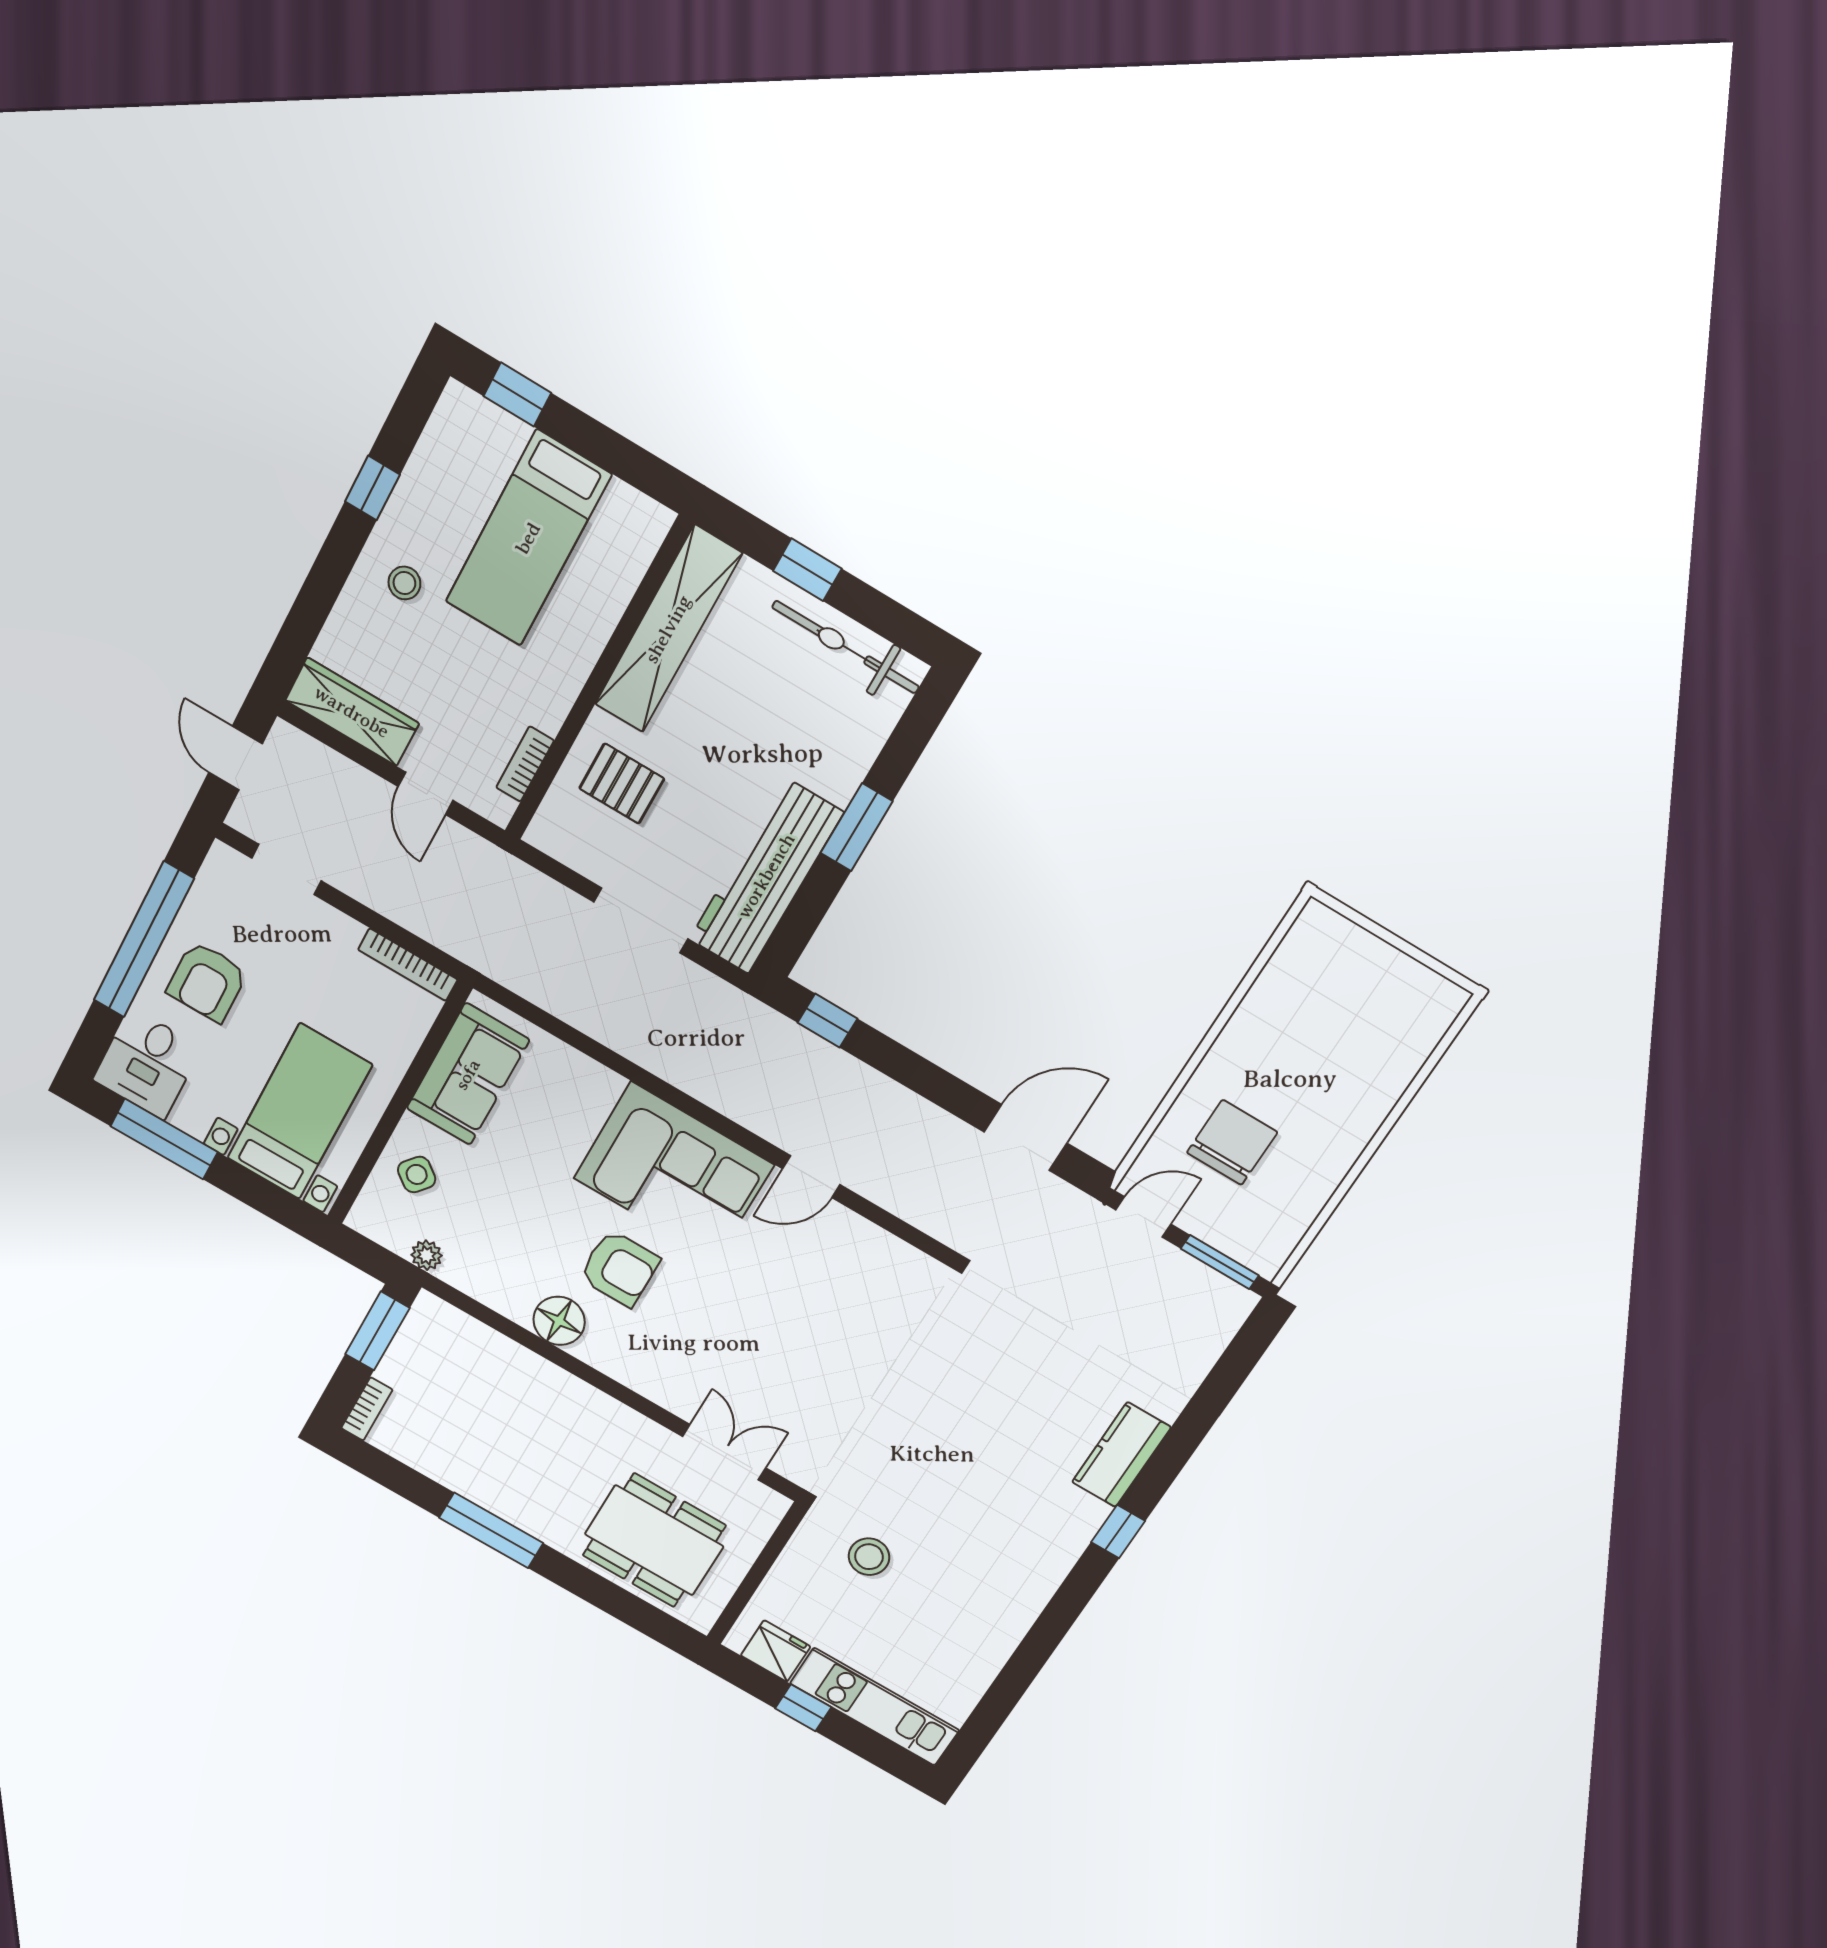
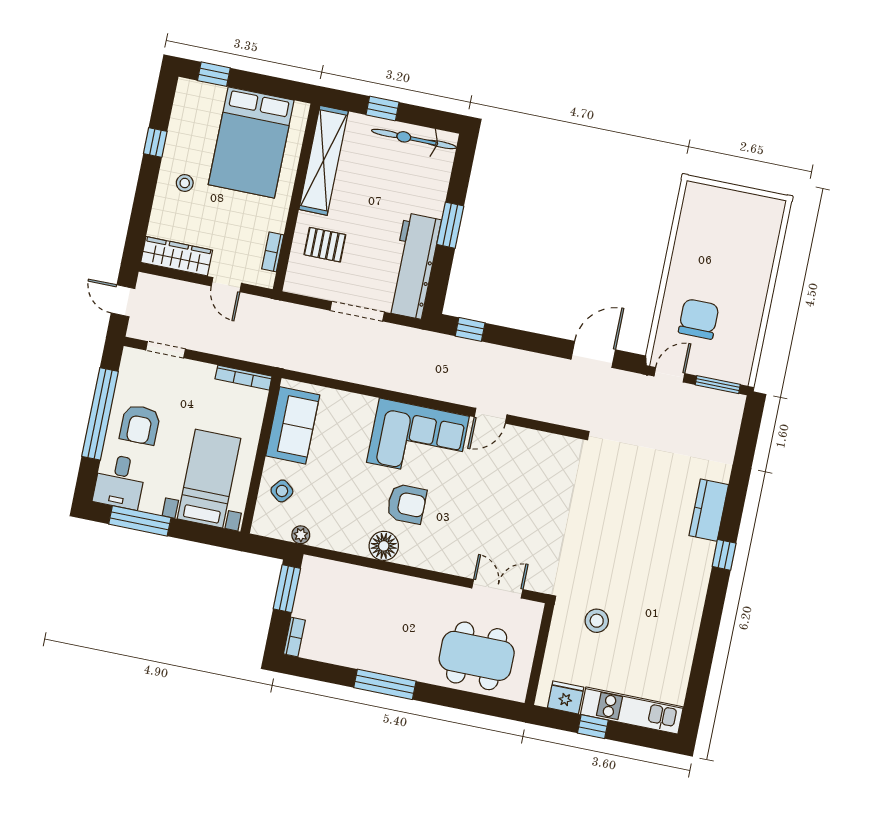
bed: (528, 538) -> (251, 142), width x1.50

